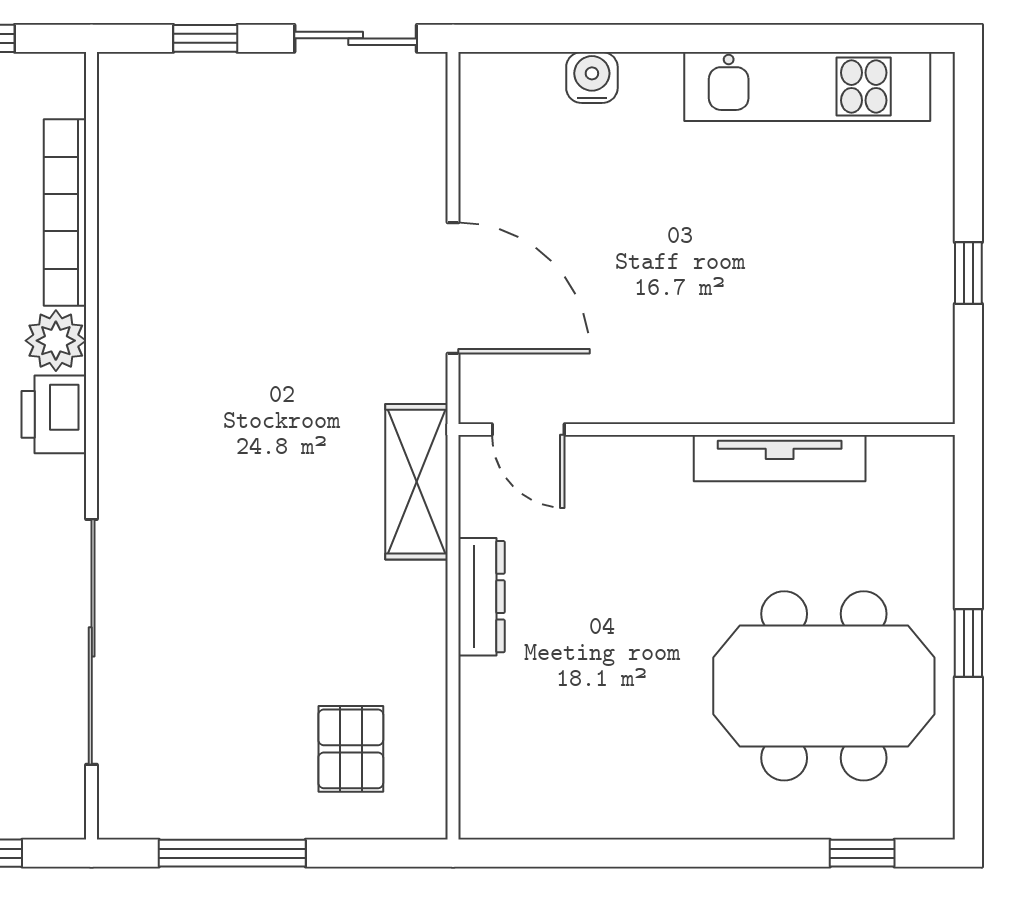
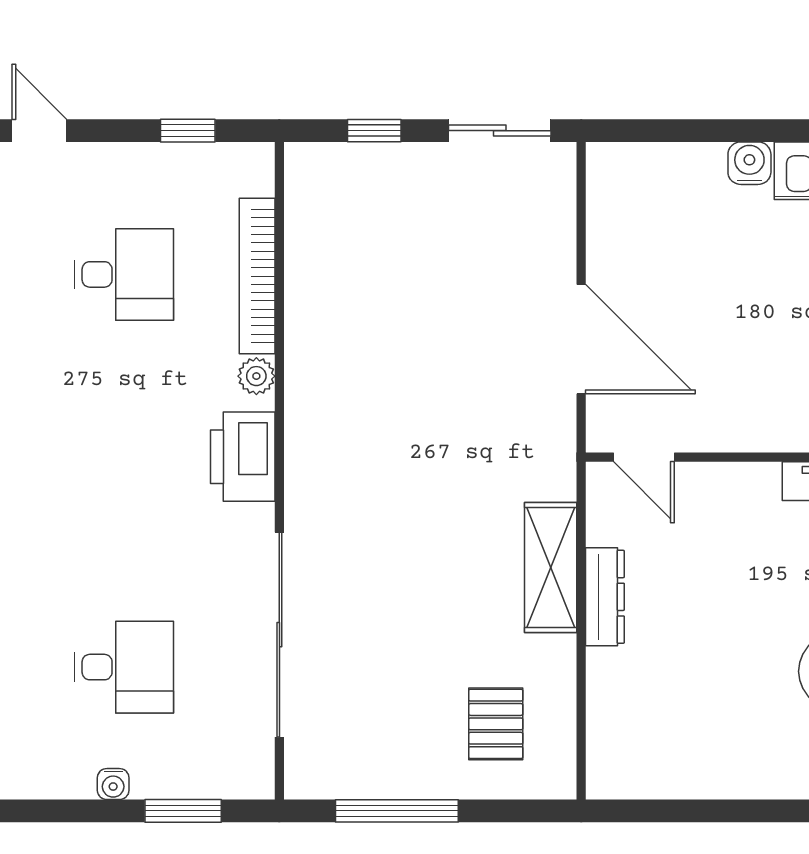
water cooler: (592, 77) -> (749, 163), moved
plant: (56, 341) -> (256, 376), width x0.73, depth x0.73
printer: (54, 414) -> (243, 457), width x1.37, depth x1.19
shelving: (416, 482) -> (551, 567), moved

